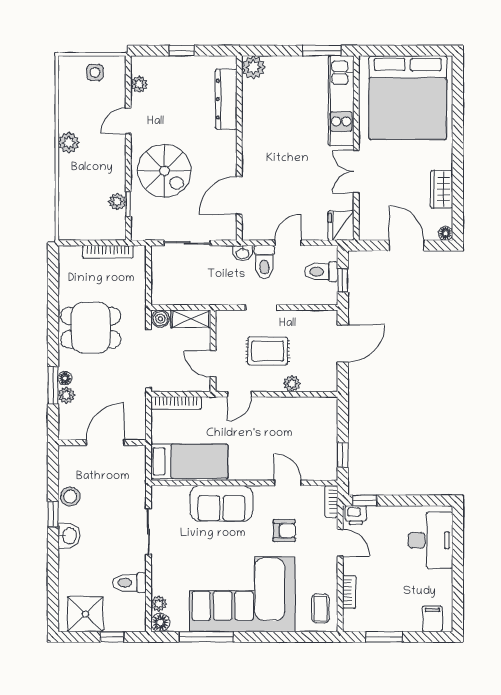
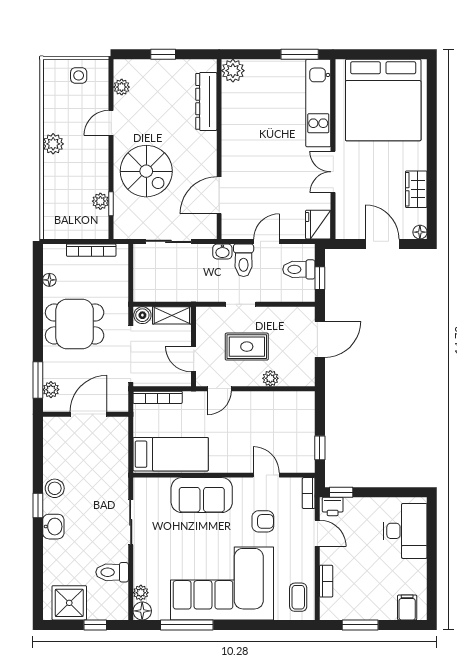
floor lamp: (65, 378) -> (49, 280), moved
wall: (102, 443) -> (86, 414), moved
door: (105, 443) -> (89, 414), moved

